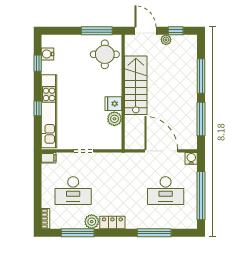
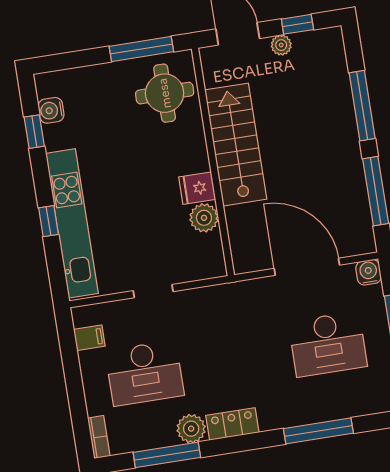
filing cabinet: (49, 158) -> (89, 338), moved

